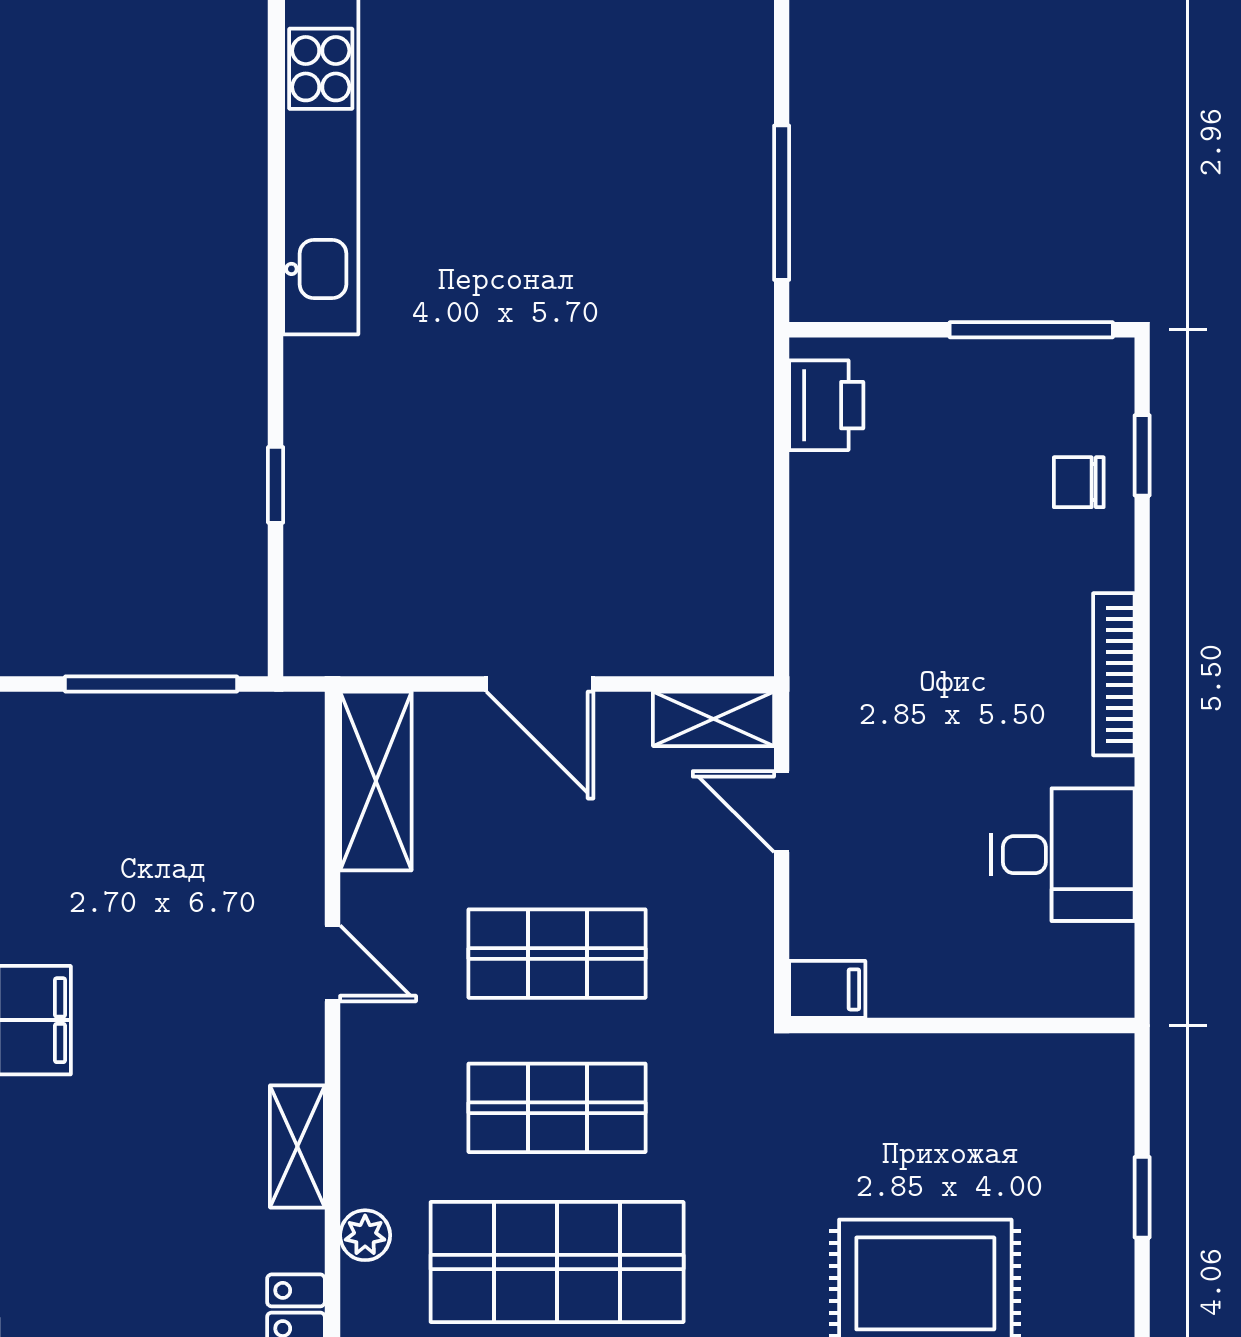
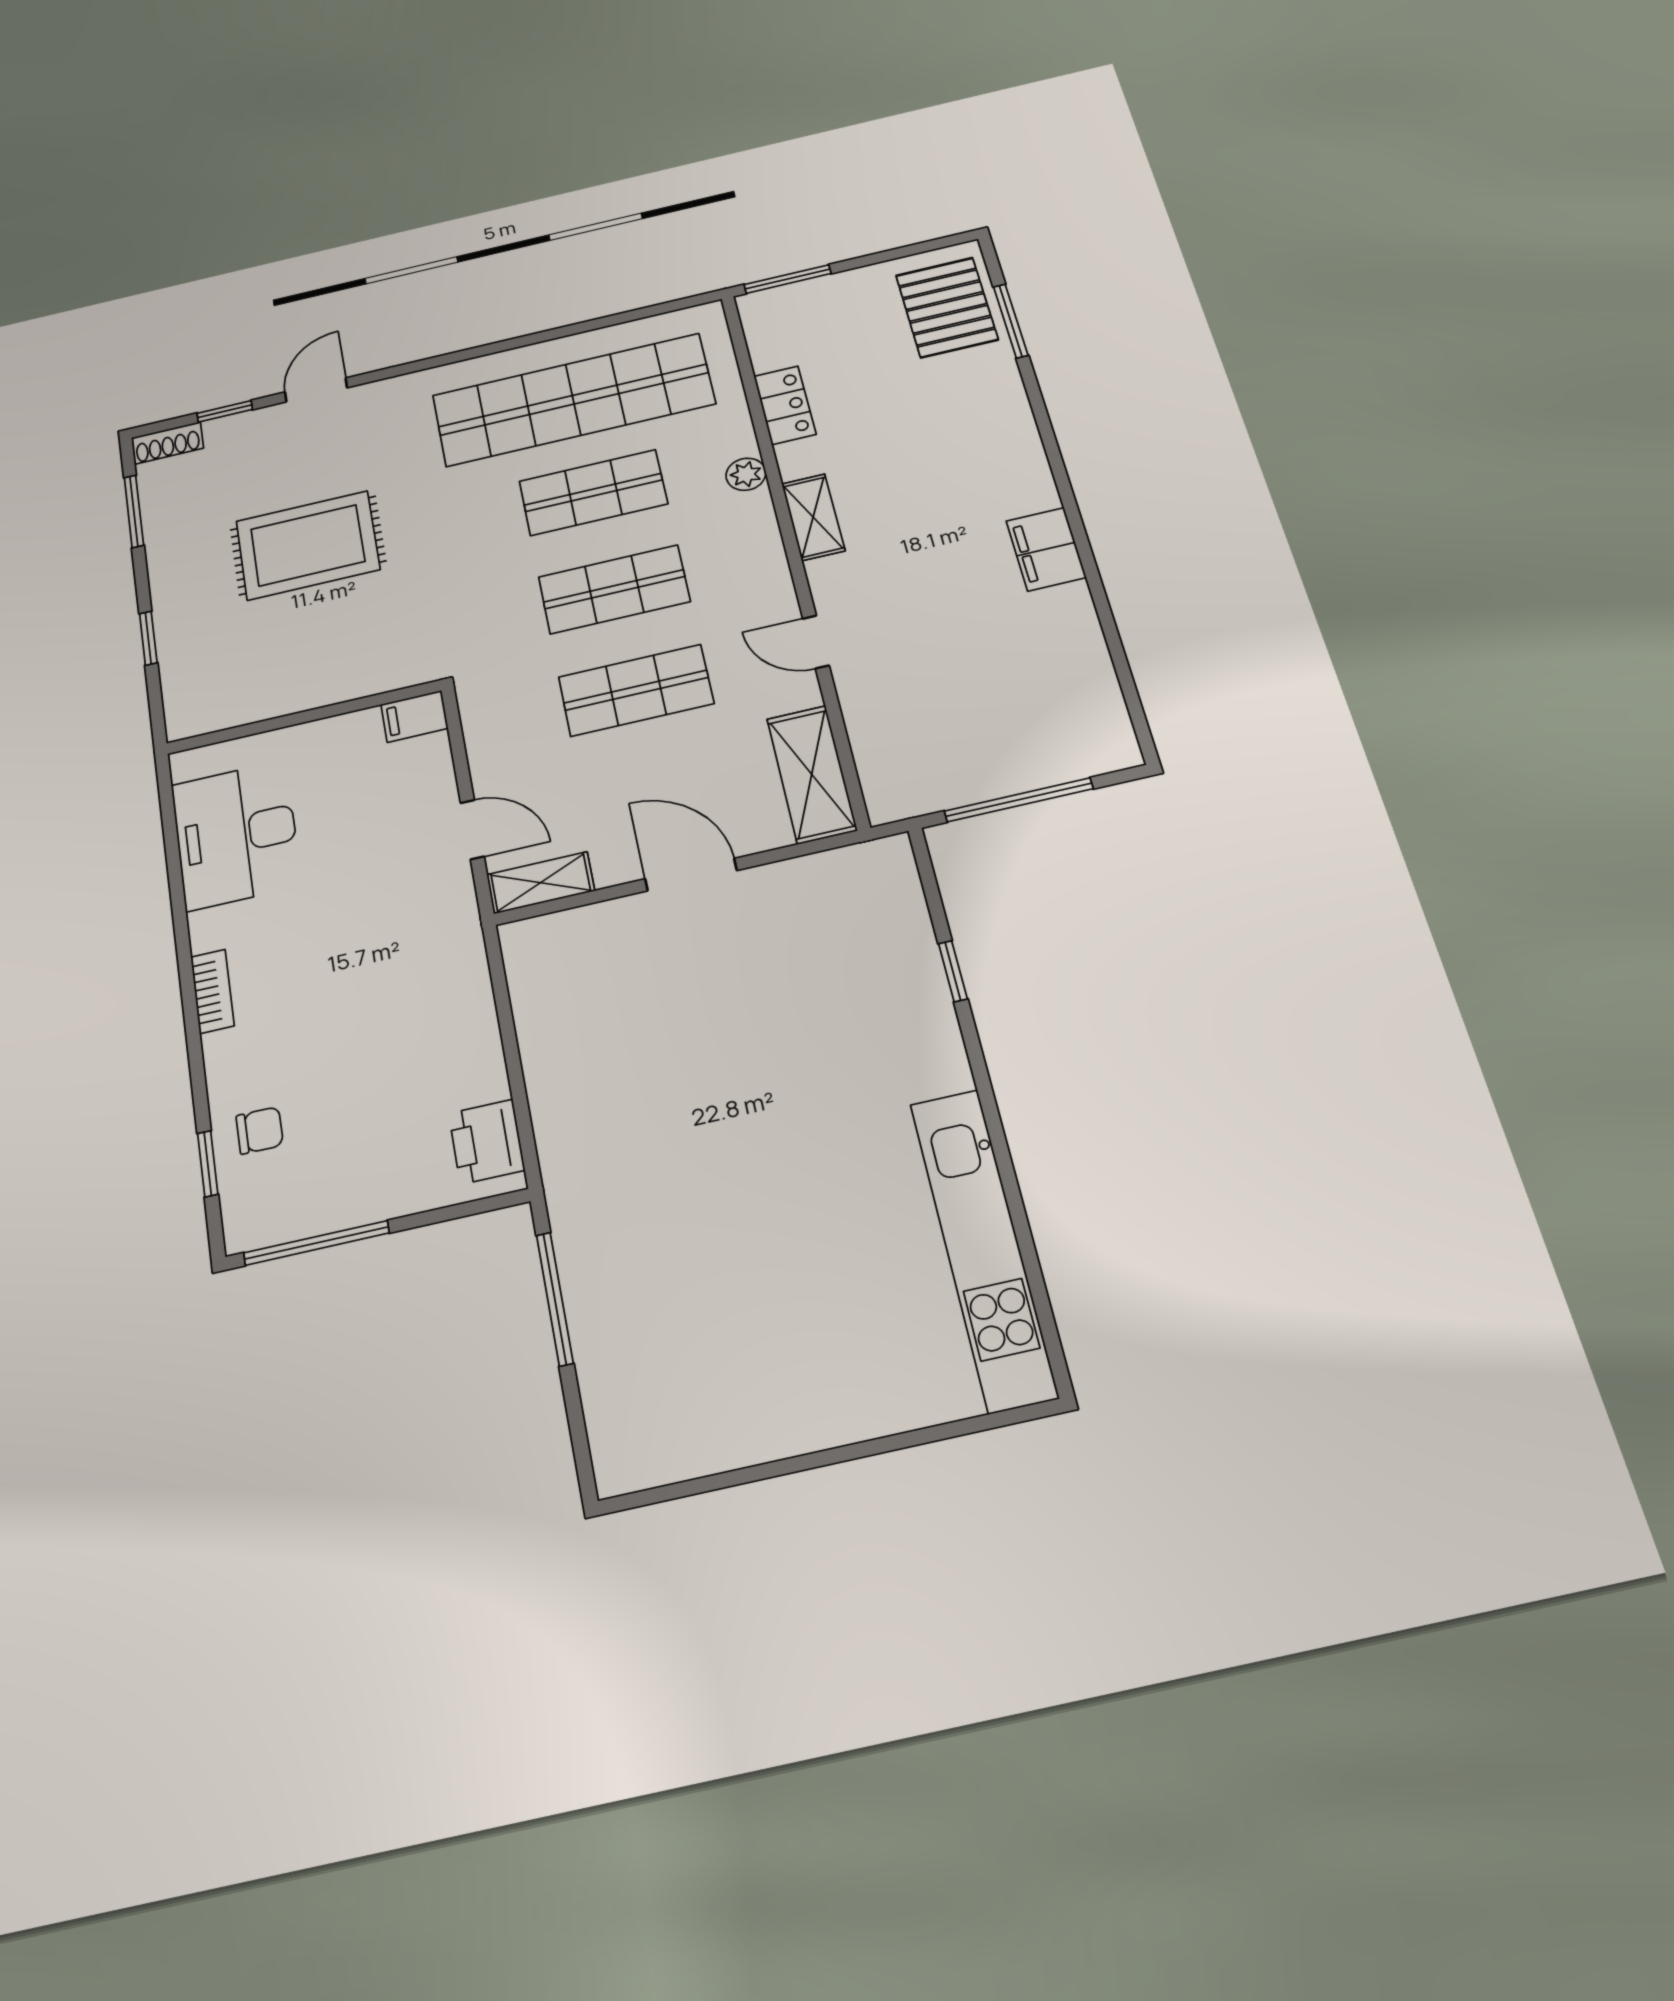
bookcase: (1114, 674) -> (212, 991), width x0.64
desk: (1063, 855) -> (236, 835), width x1.37
shop shelf: (557, 1262) -> (593, 492), width x0.70, depth x0.74

